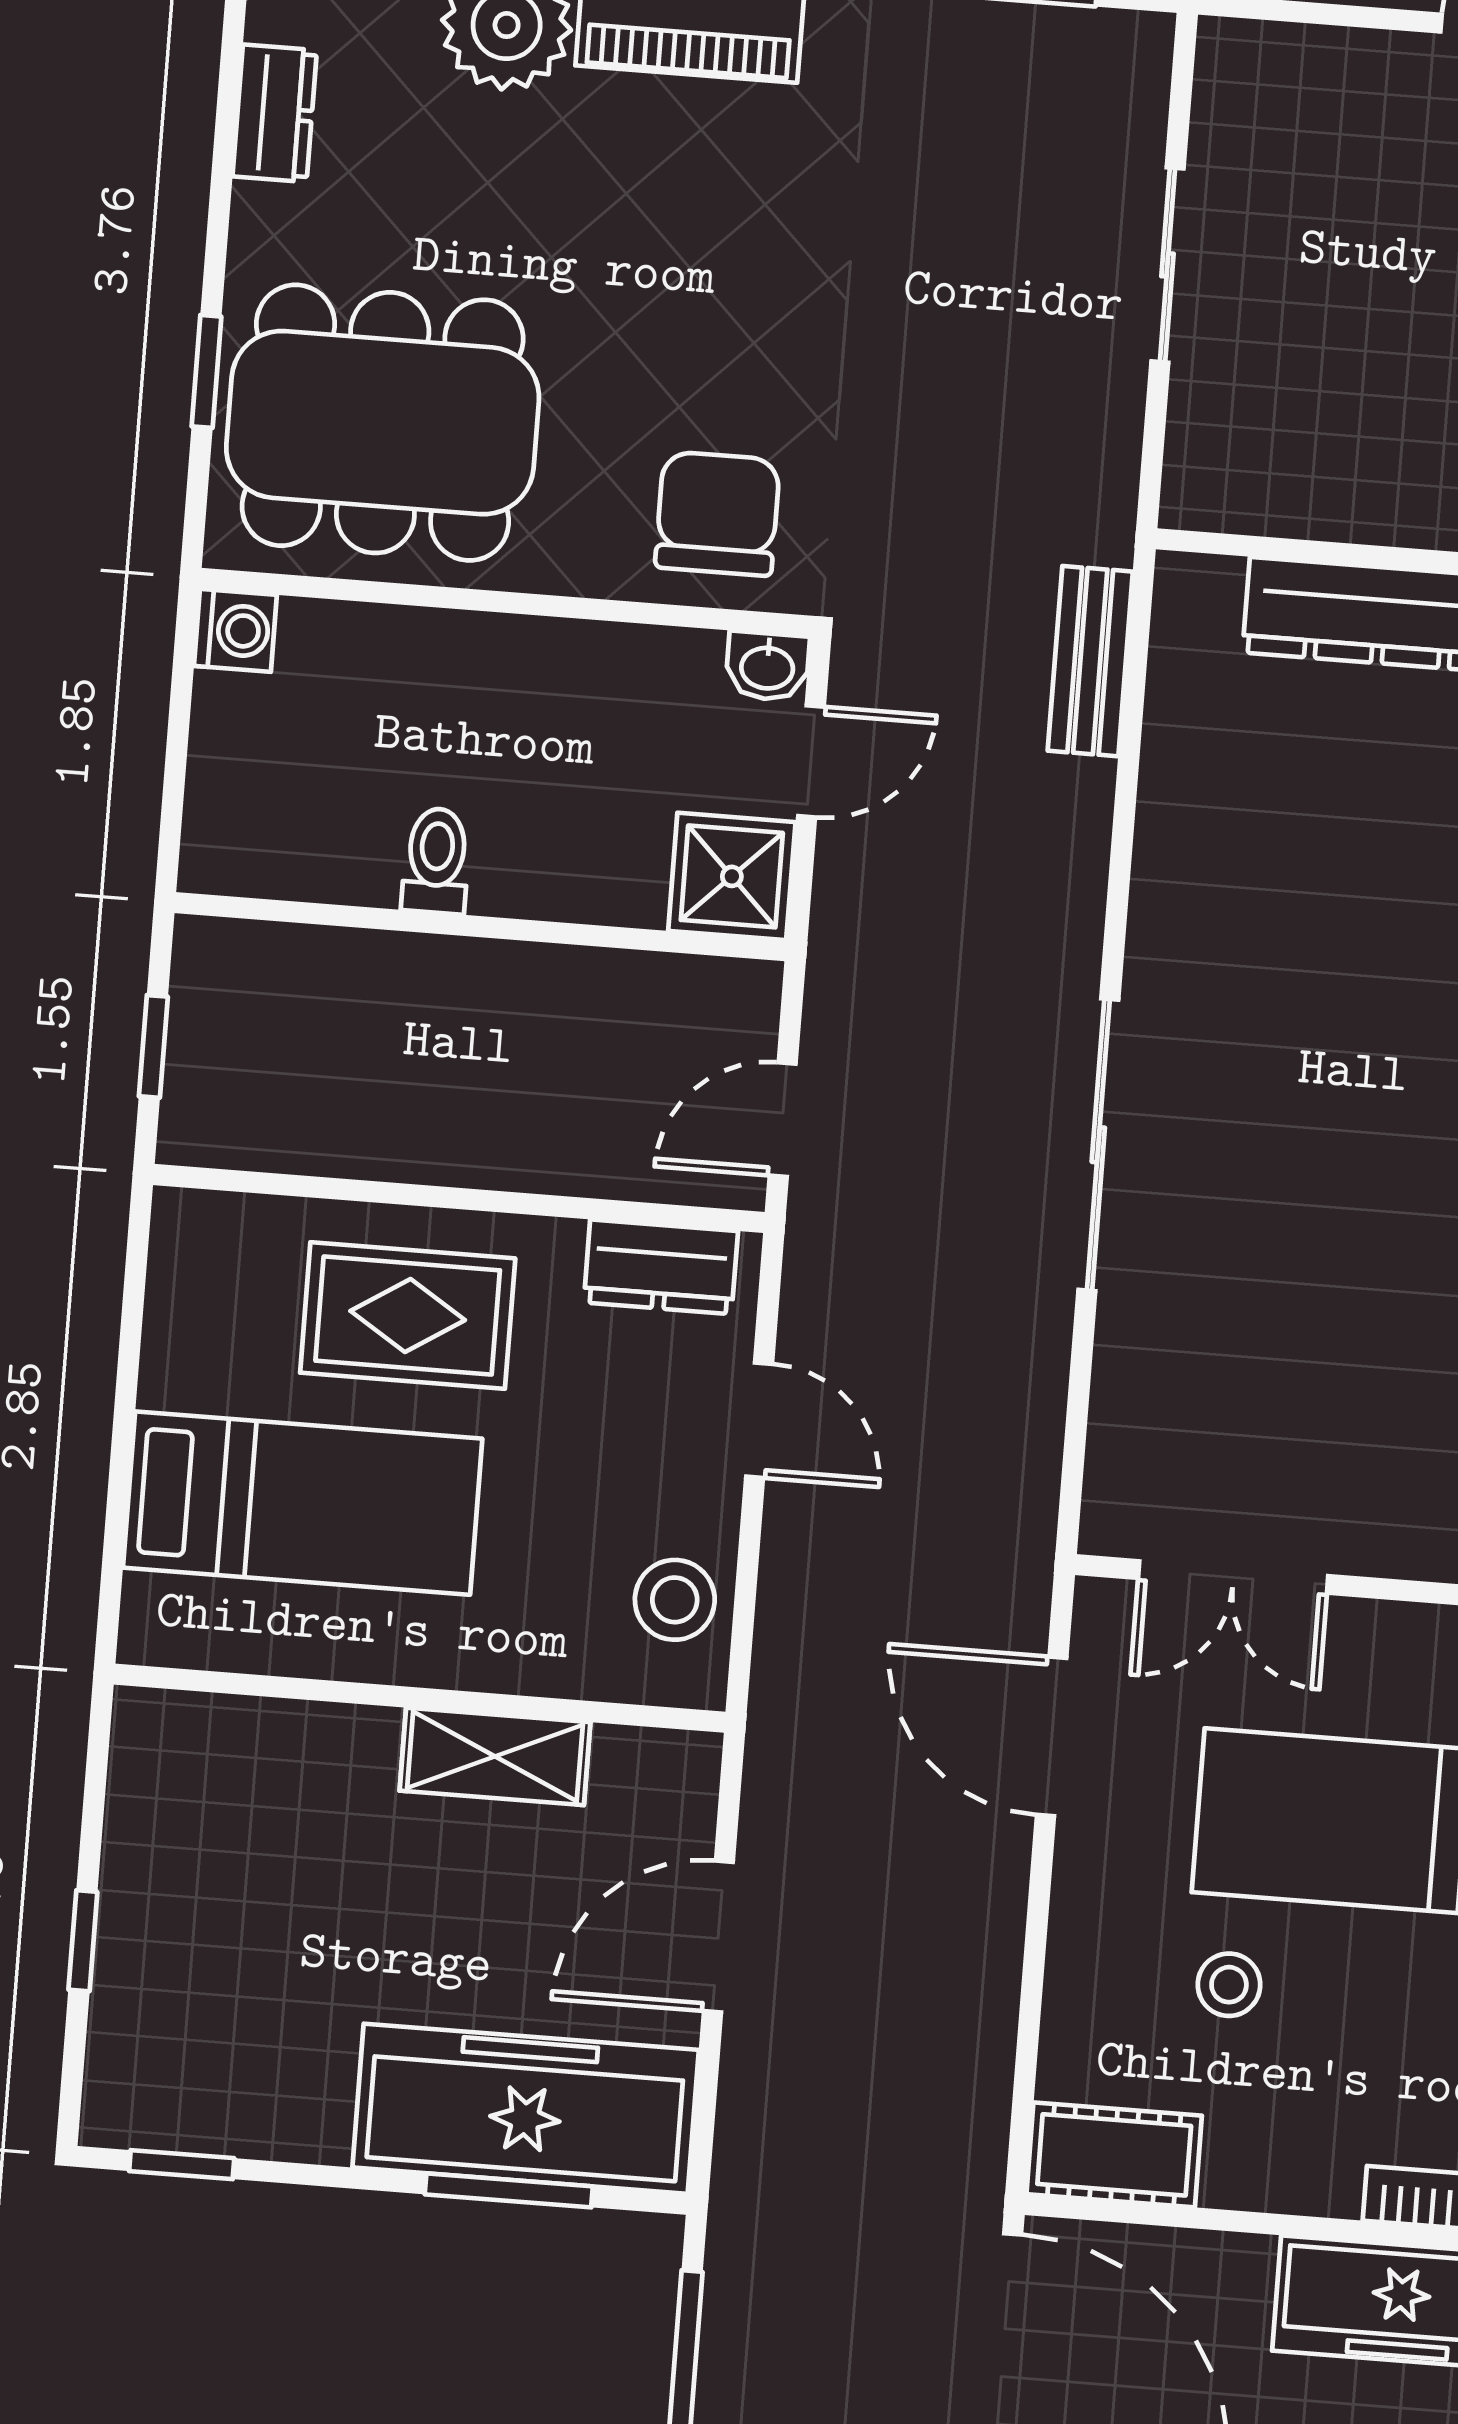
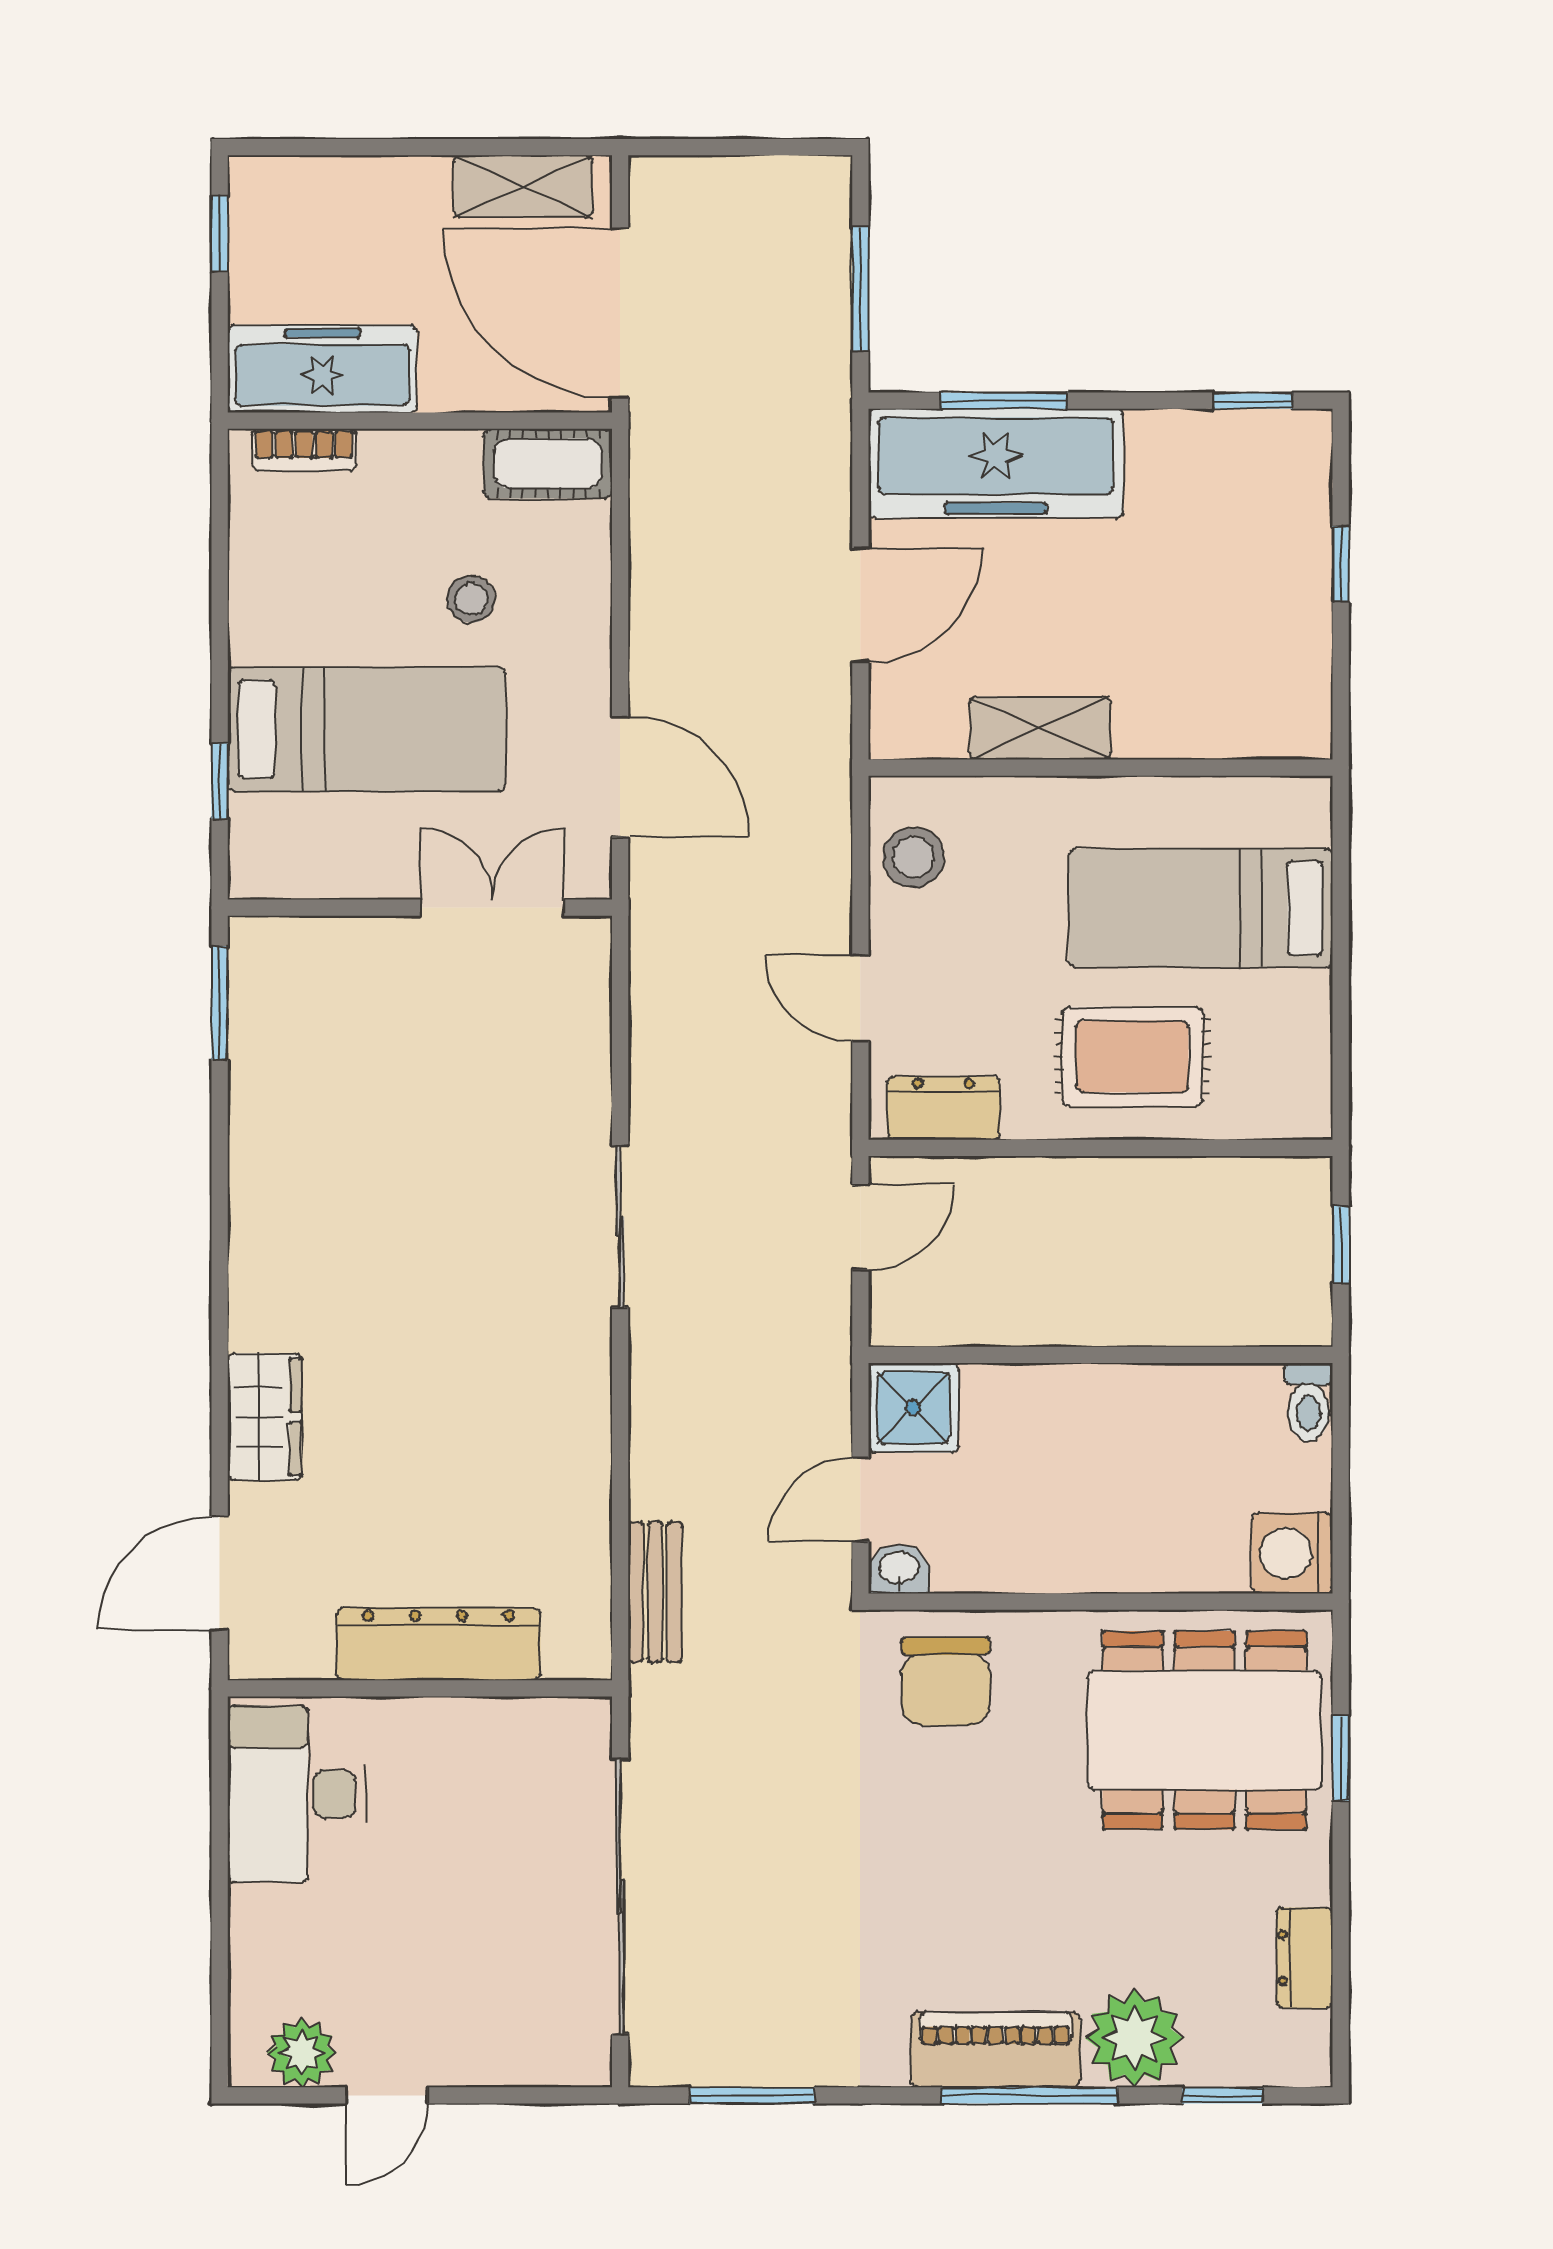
sliding door: (1168, 265) -> (620, 1896), width x1.86
washing machine: (235, 630) -> (1292, 1553), width x1.38, depth x1.38
toilet: (436, 861) -> (1309, 1402), moved
sliding door: (1098, 1145) -> (620, 1227), width x0.73

